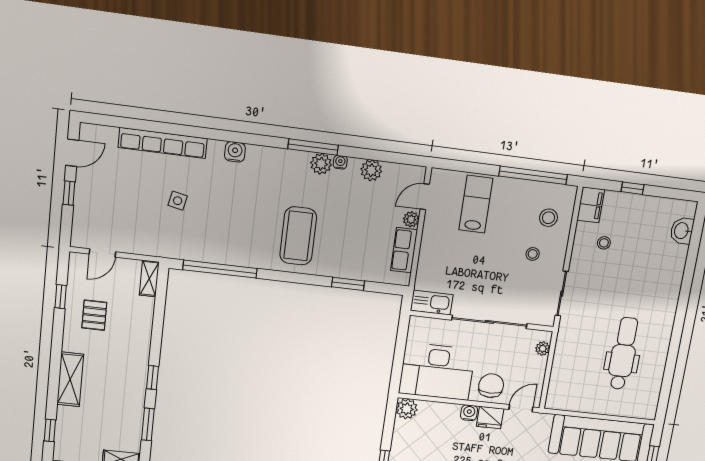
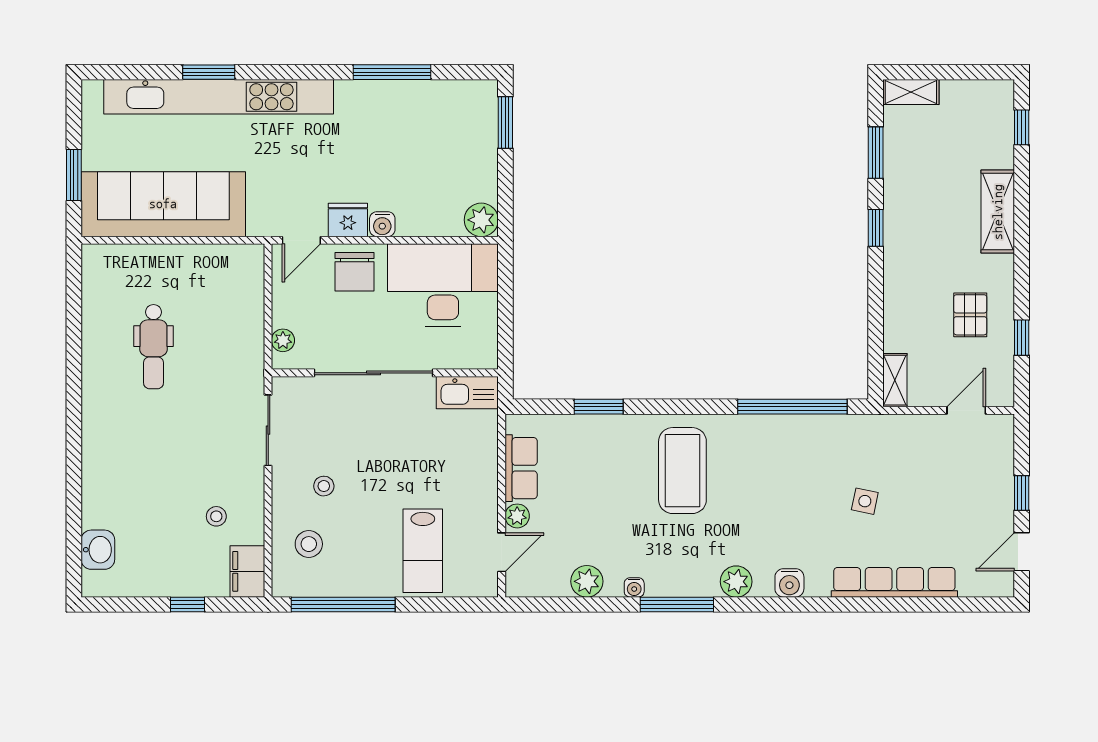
plant: (321, 164) -> (736, 582), moved
dental chair: (623, 354) -> (154, 347), width x0.73, depth x0.72

